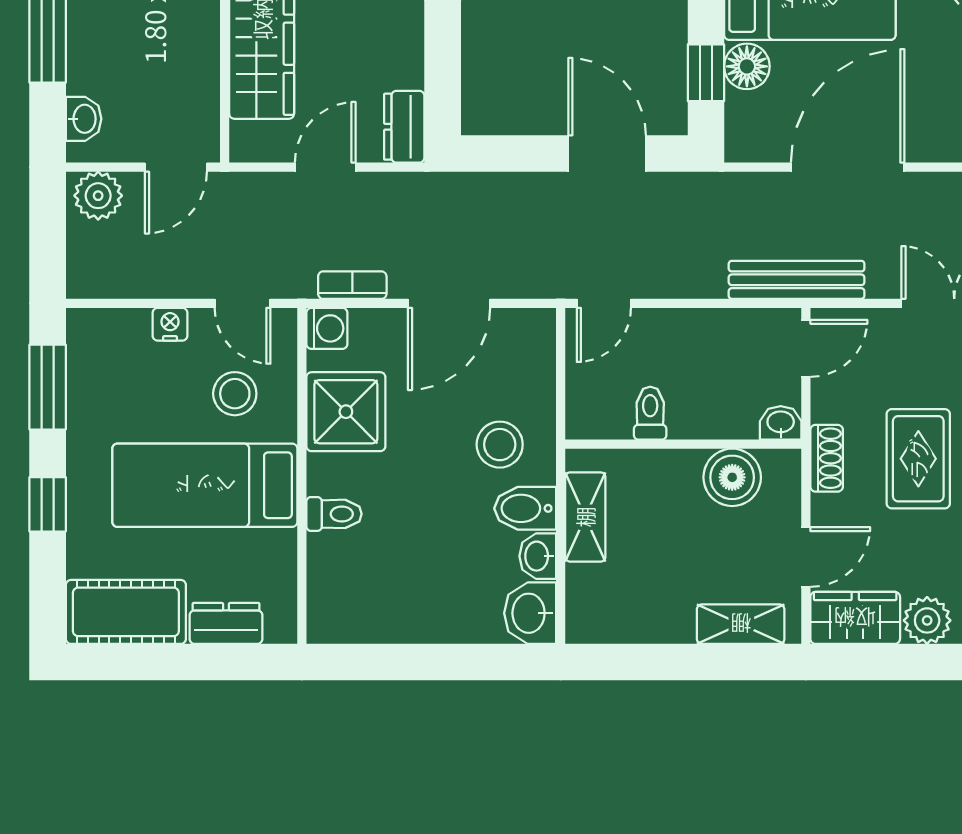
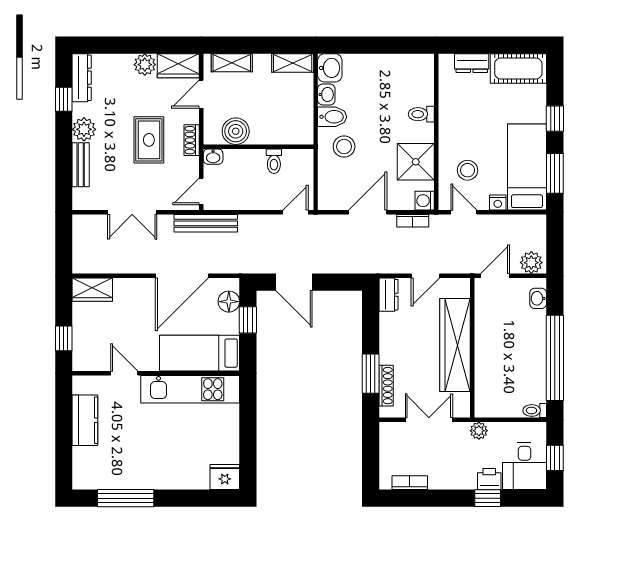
floor lamp: (747, 66) -> (229, 302), moved
bed: (205, 485) -> (527, 167), moved, turned -90
shelving: (585, 517) -> (293, 63), moved, turned 90

